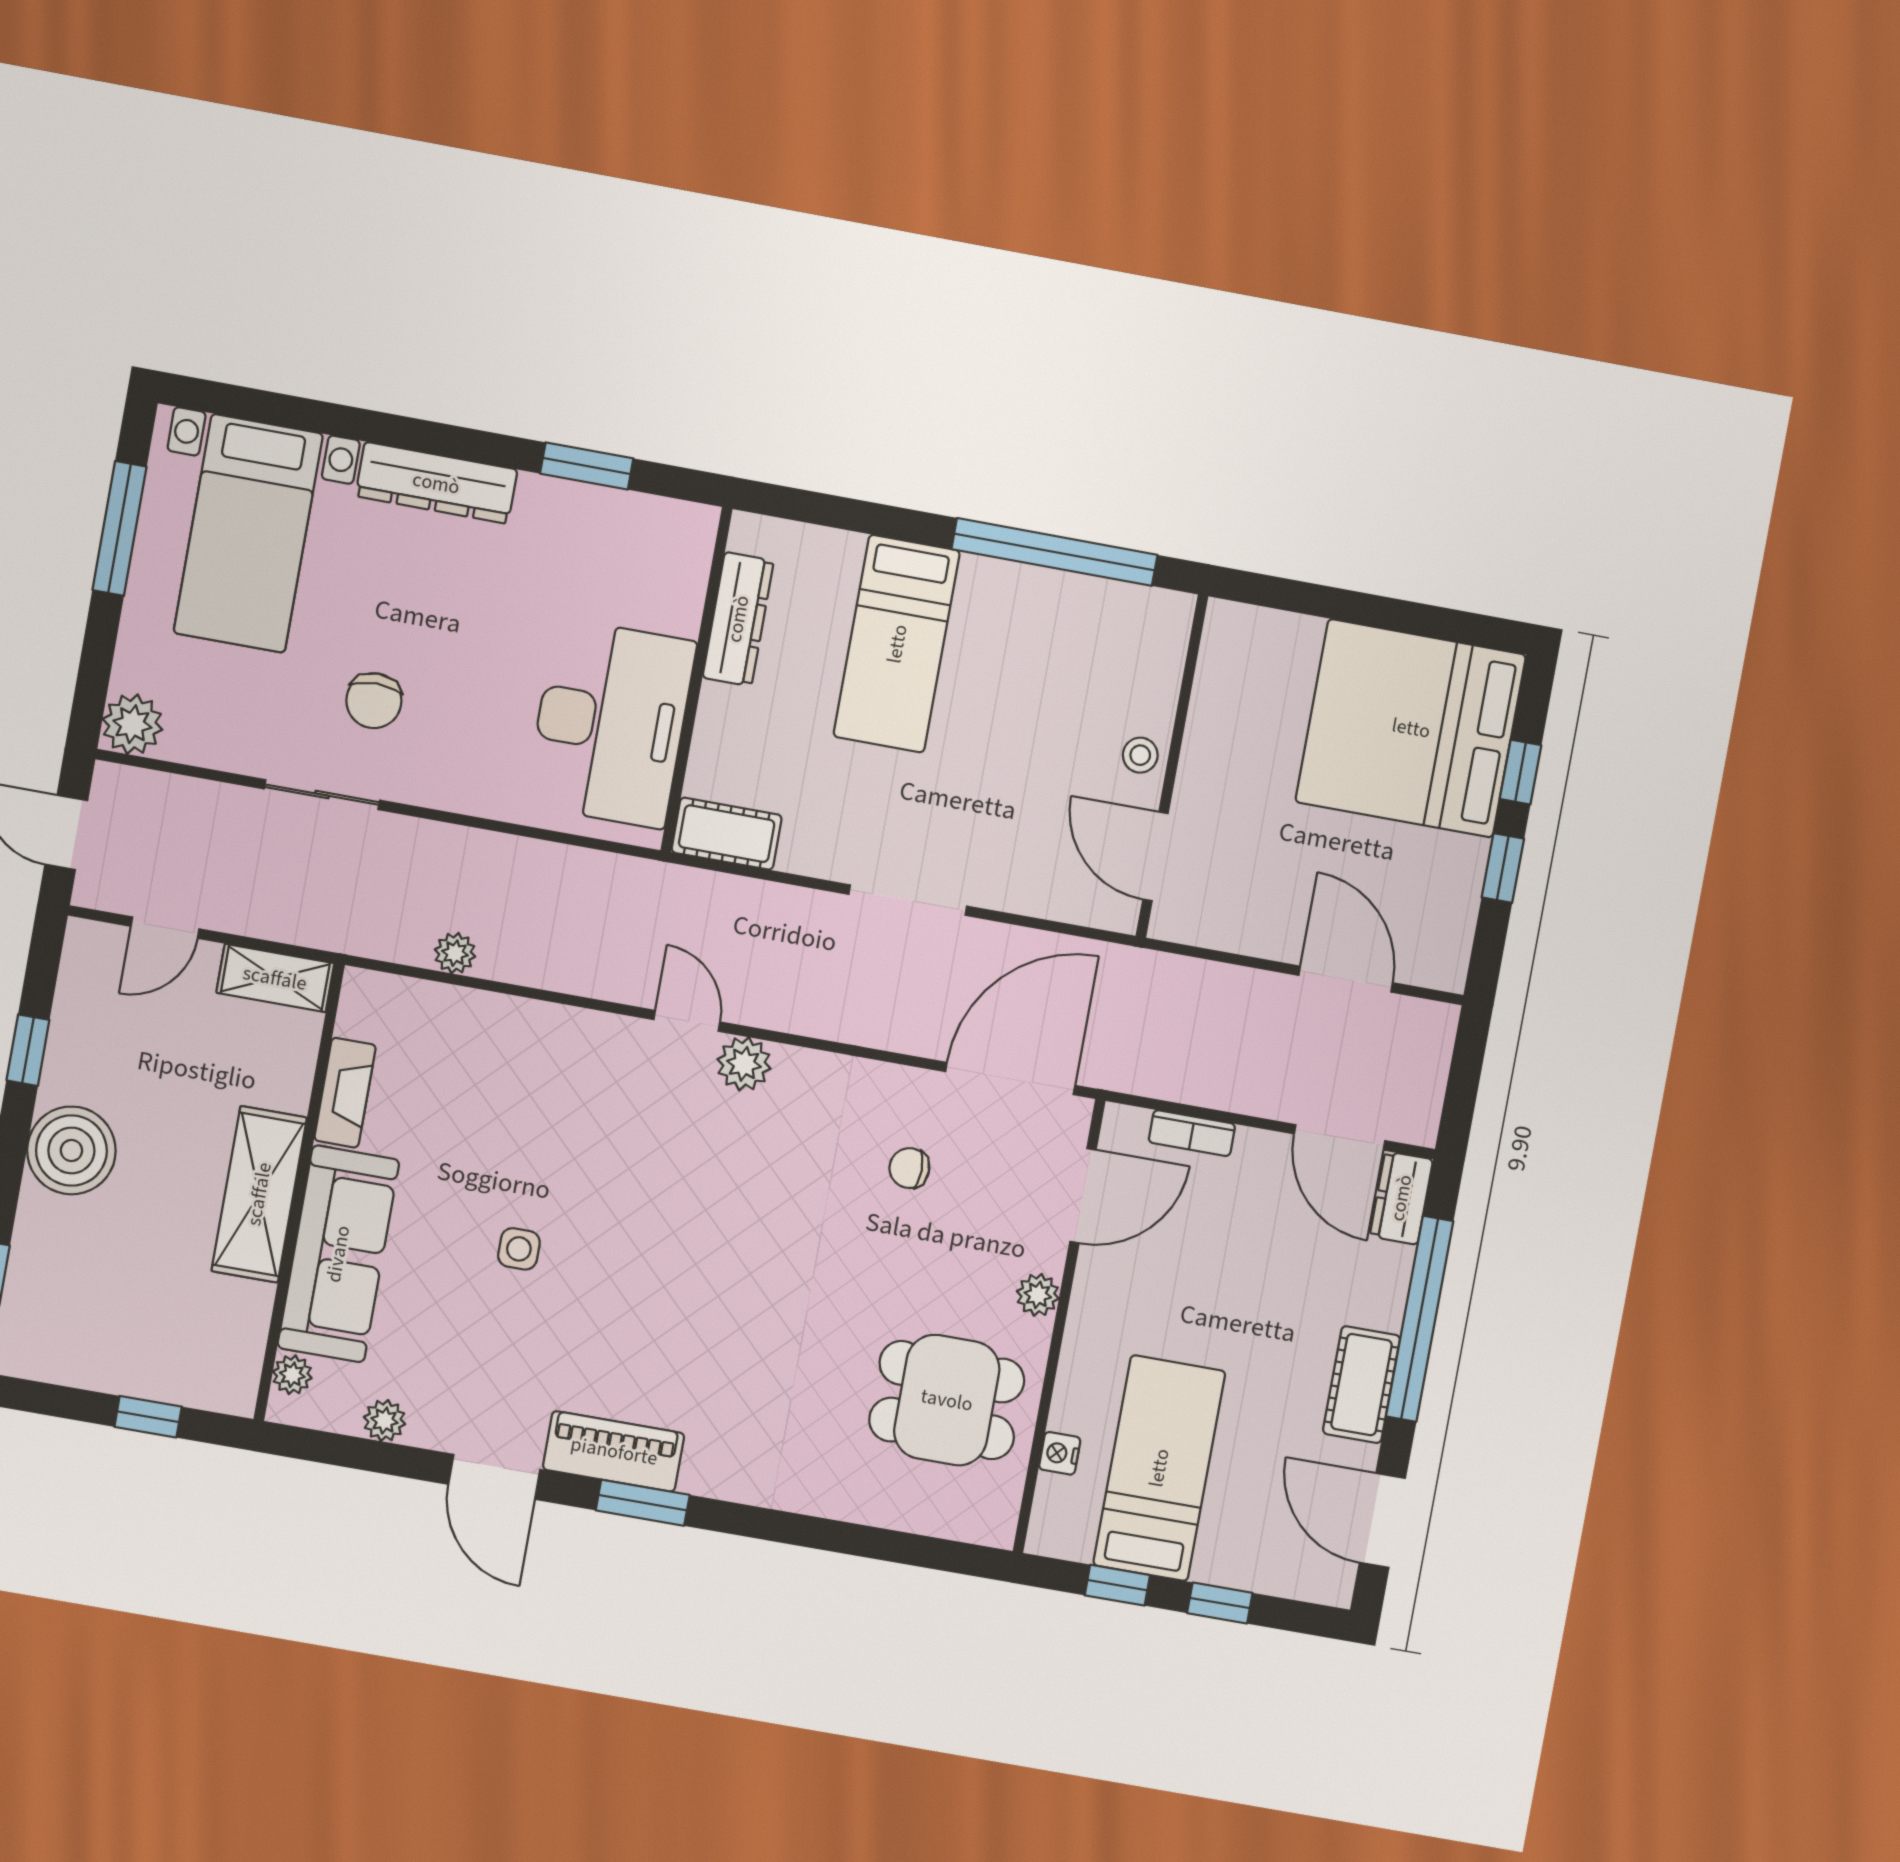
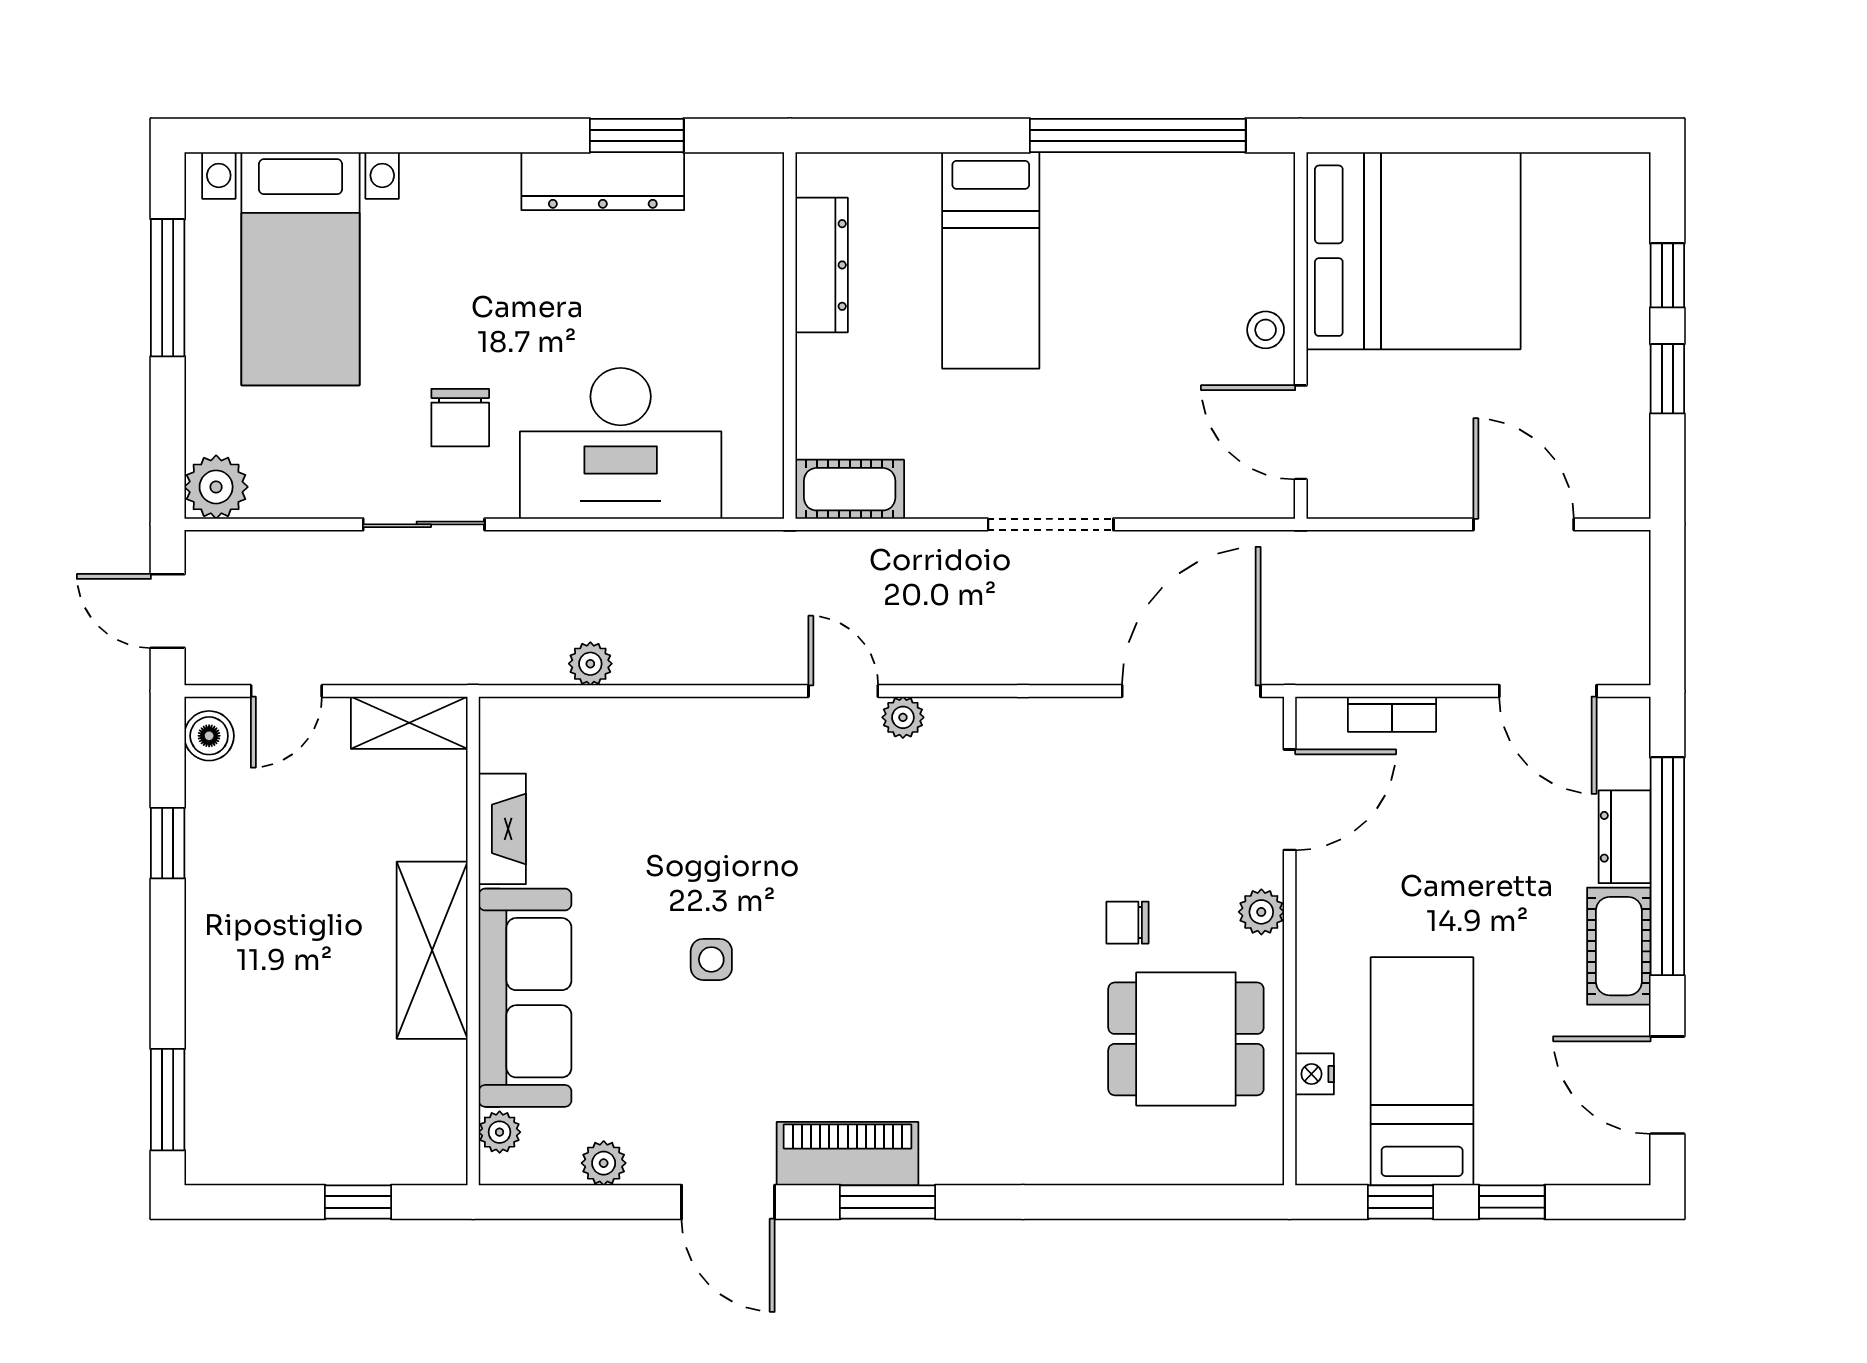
dresser: (436, 483) -> (603, 181), moved
desk: (610, 723) -> (621, 443), moved, turned 90
bed: (1411, 728) -> (1413, 251), moved, turned 180
plant: (744, 1064) -> (903, 717), width x0.73, depth x0.73
boiler: (71, 1150) -> (209, 736), moved, width x0.54, depth x0.54
chair: (909, 1168) -> (1128, 923), moved
dresser: (1401, 1198) -> (1625, 837), moved

